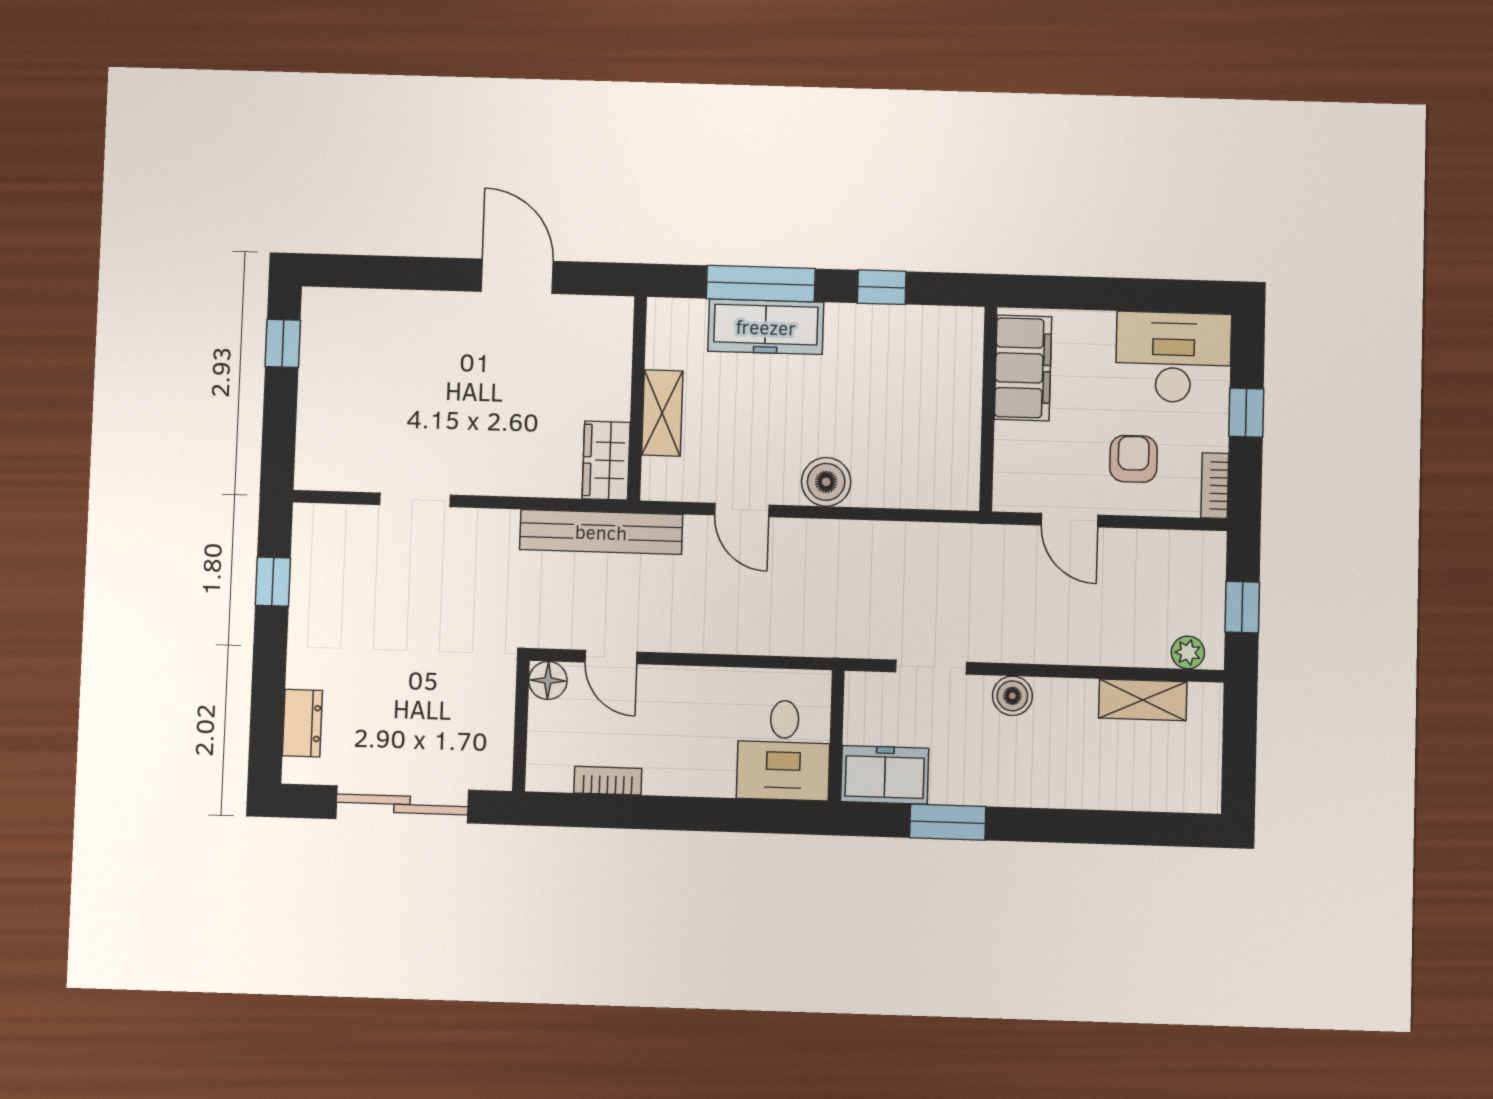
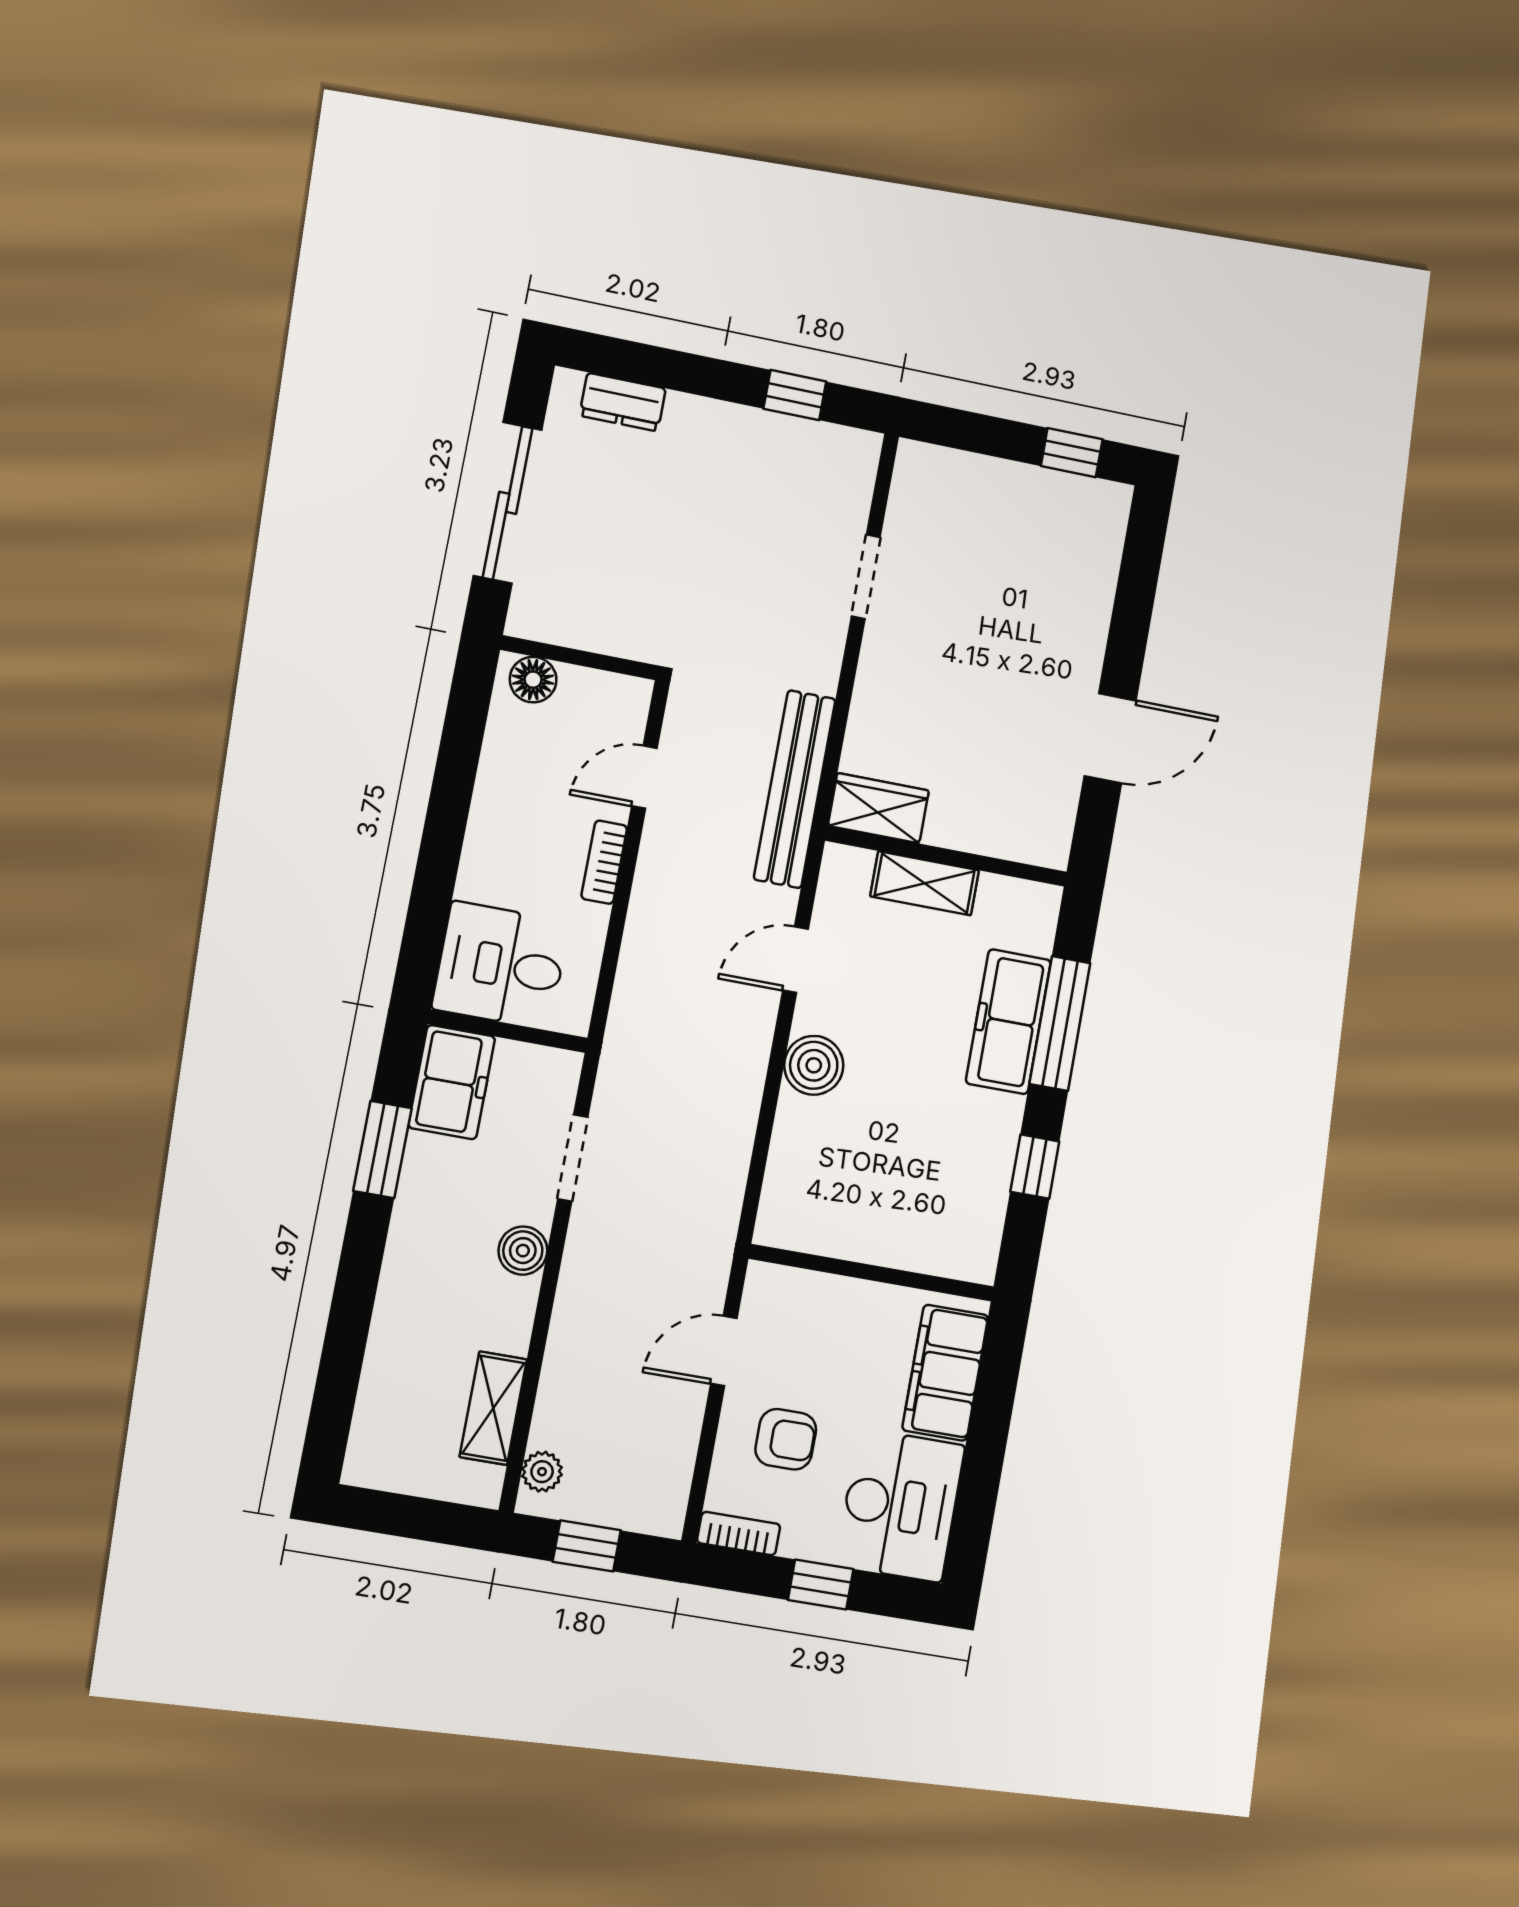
filing cabinet: (1023, 368) -> (945, 1373), moved, turned 90
floor lamp: (548, 680) -> (533, 680), moved
bookcase: (608, 781) -> (604, 862), moved, turned 180

